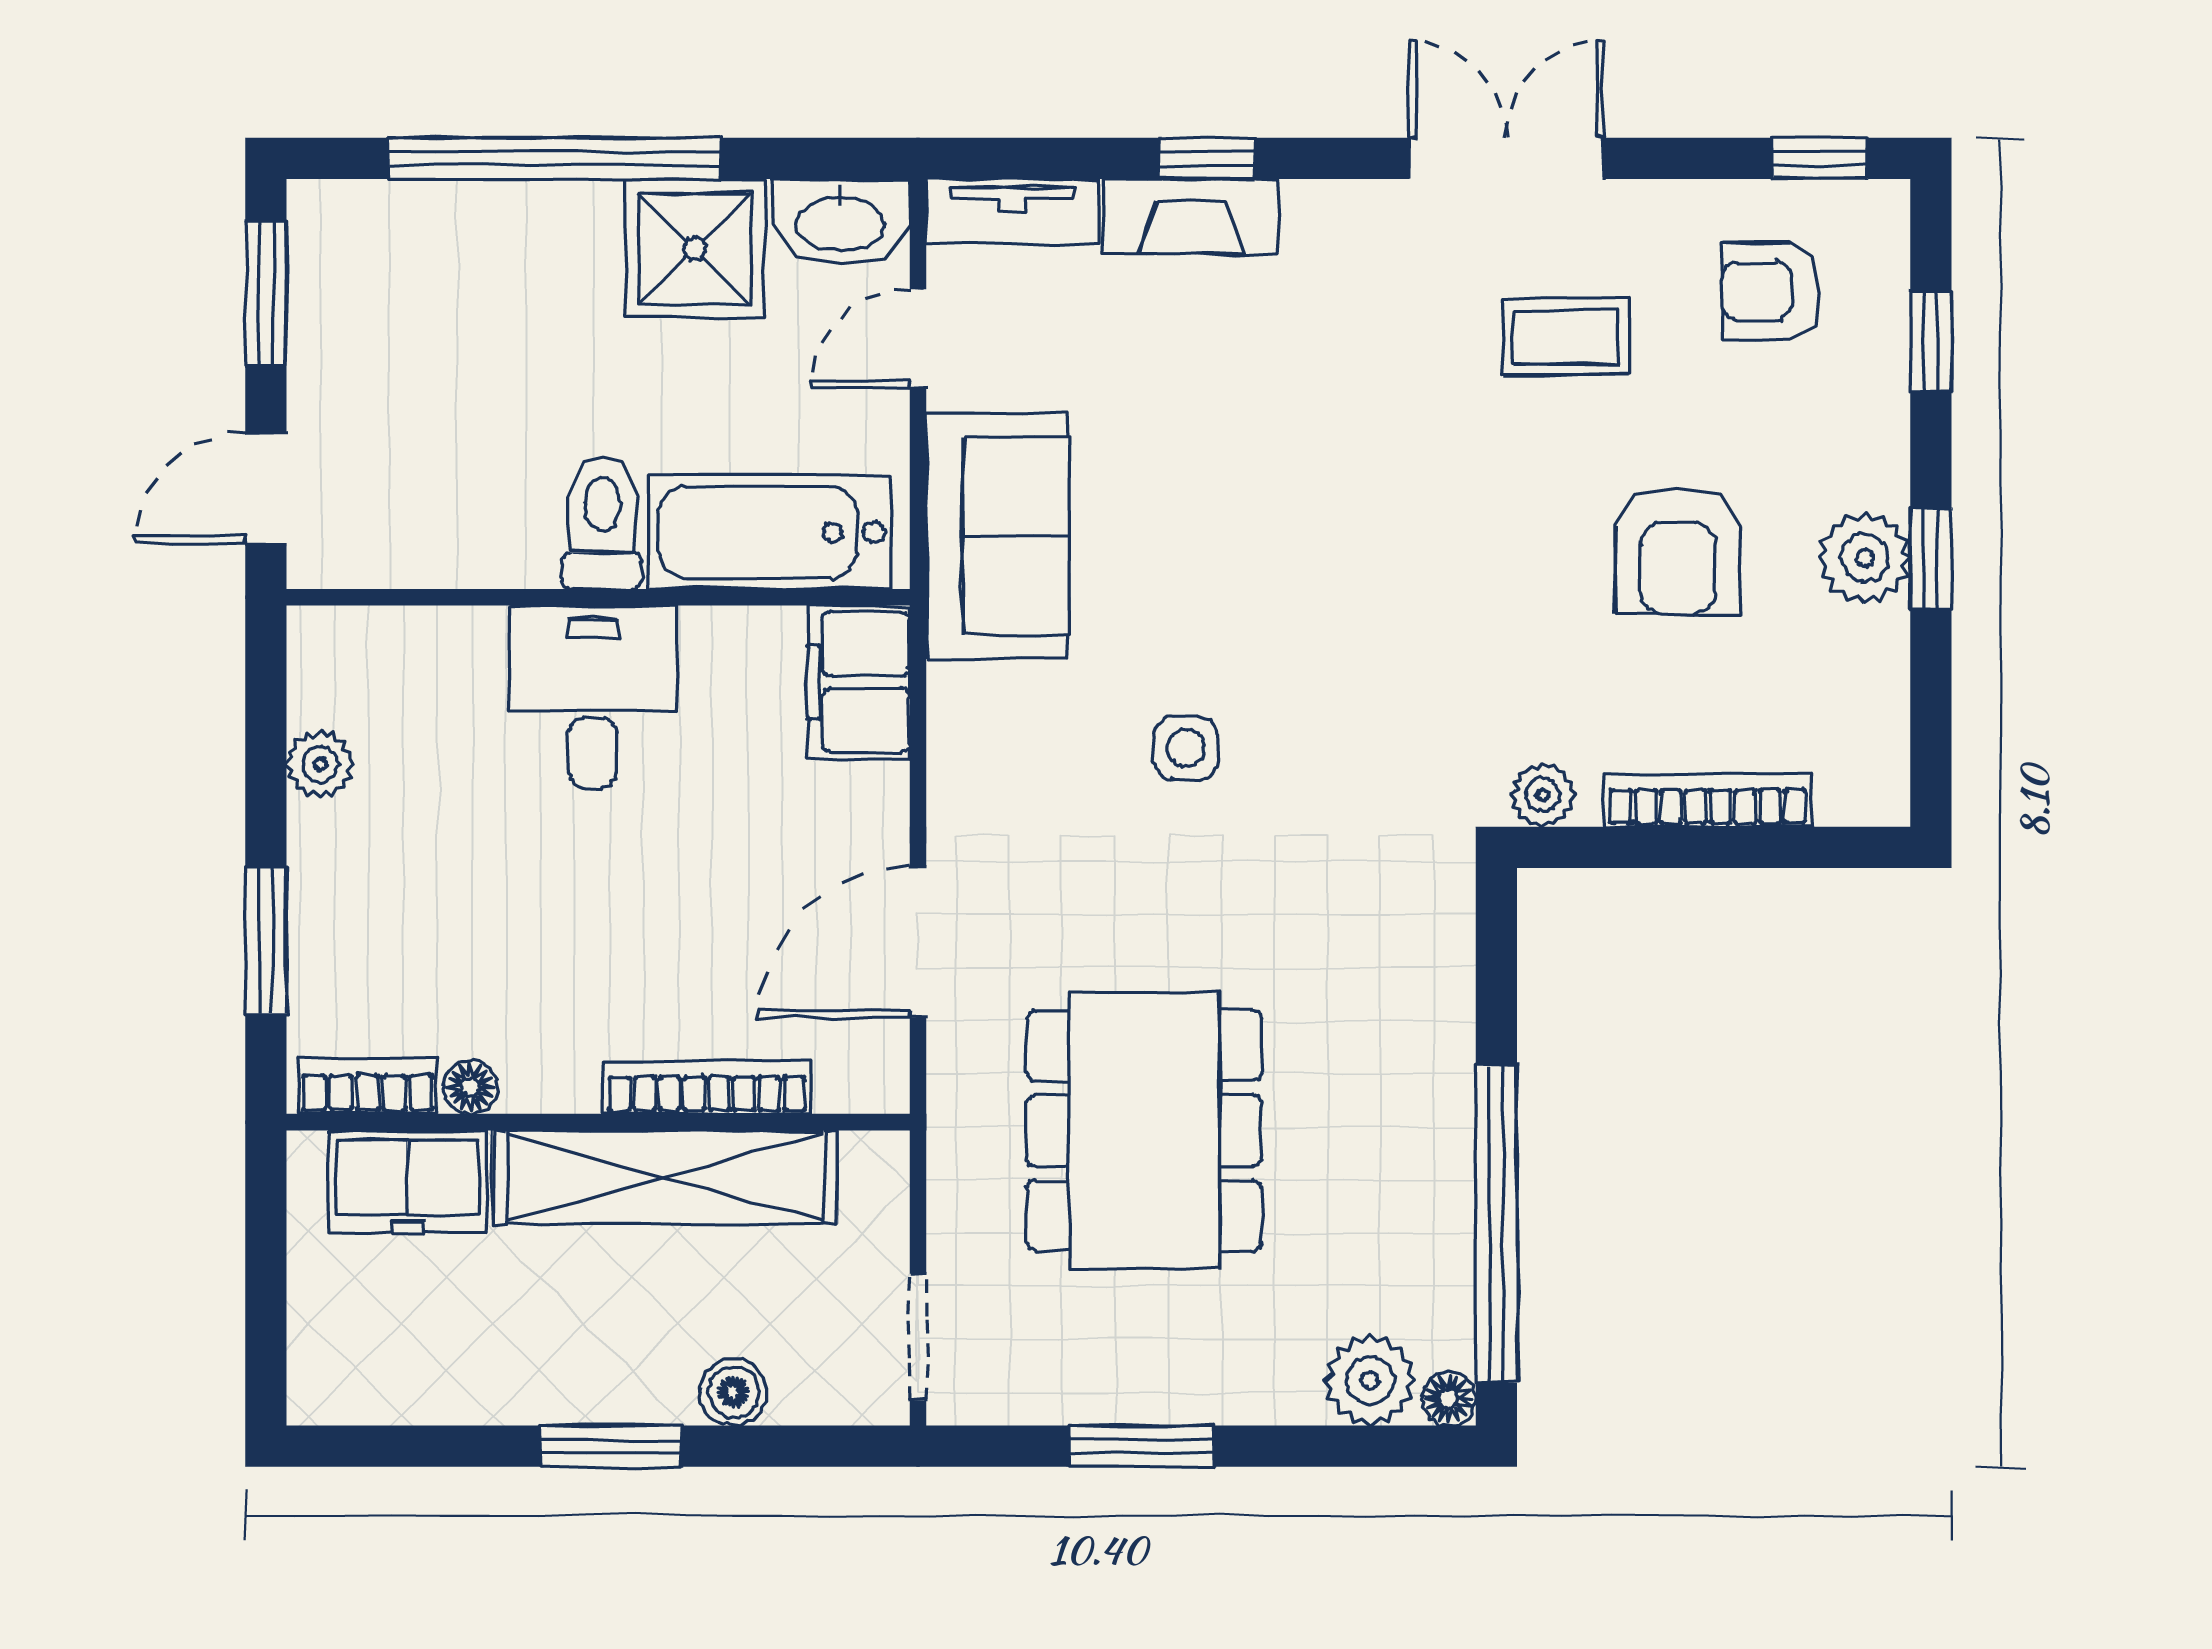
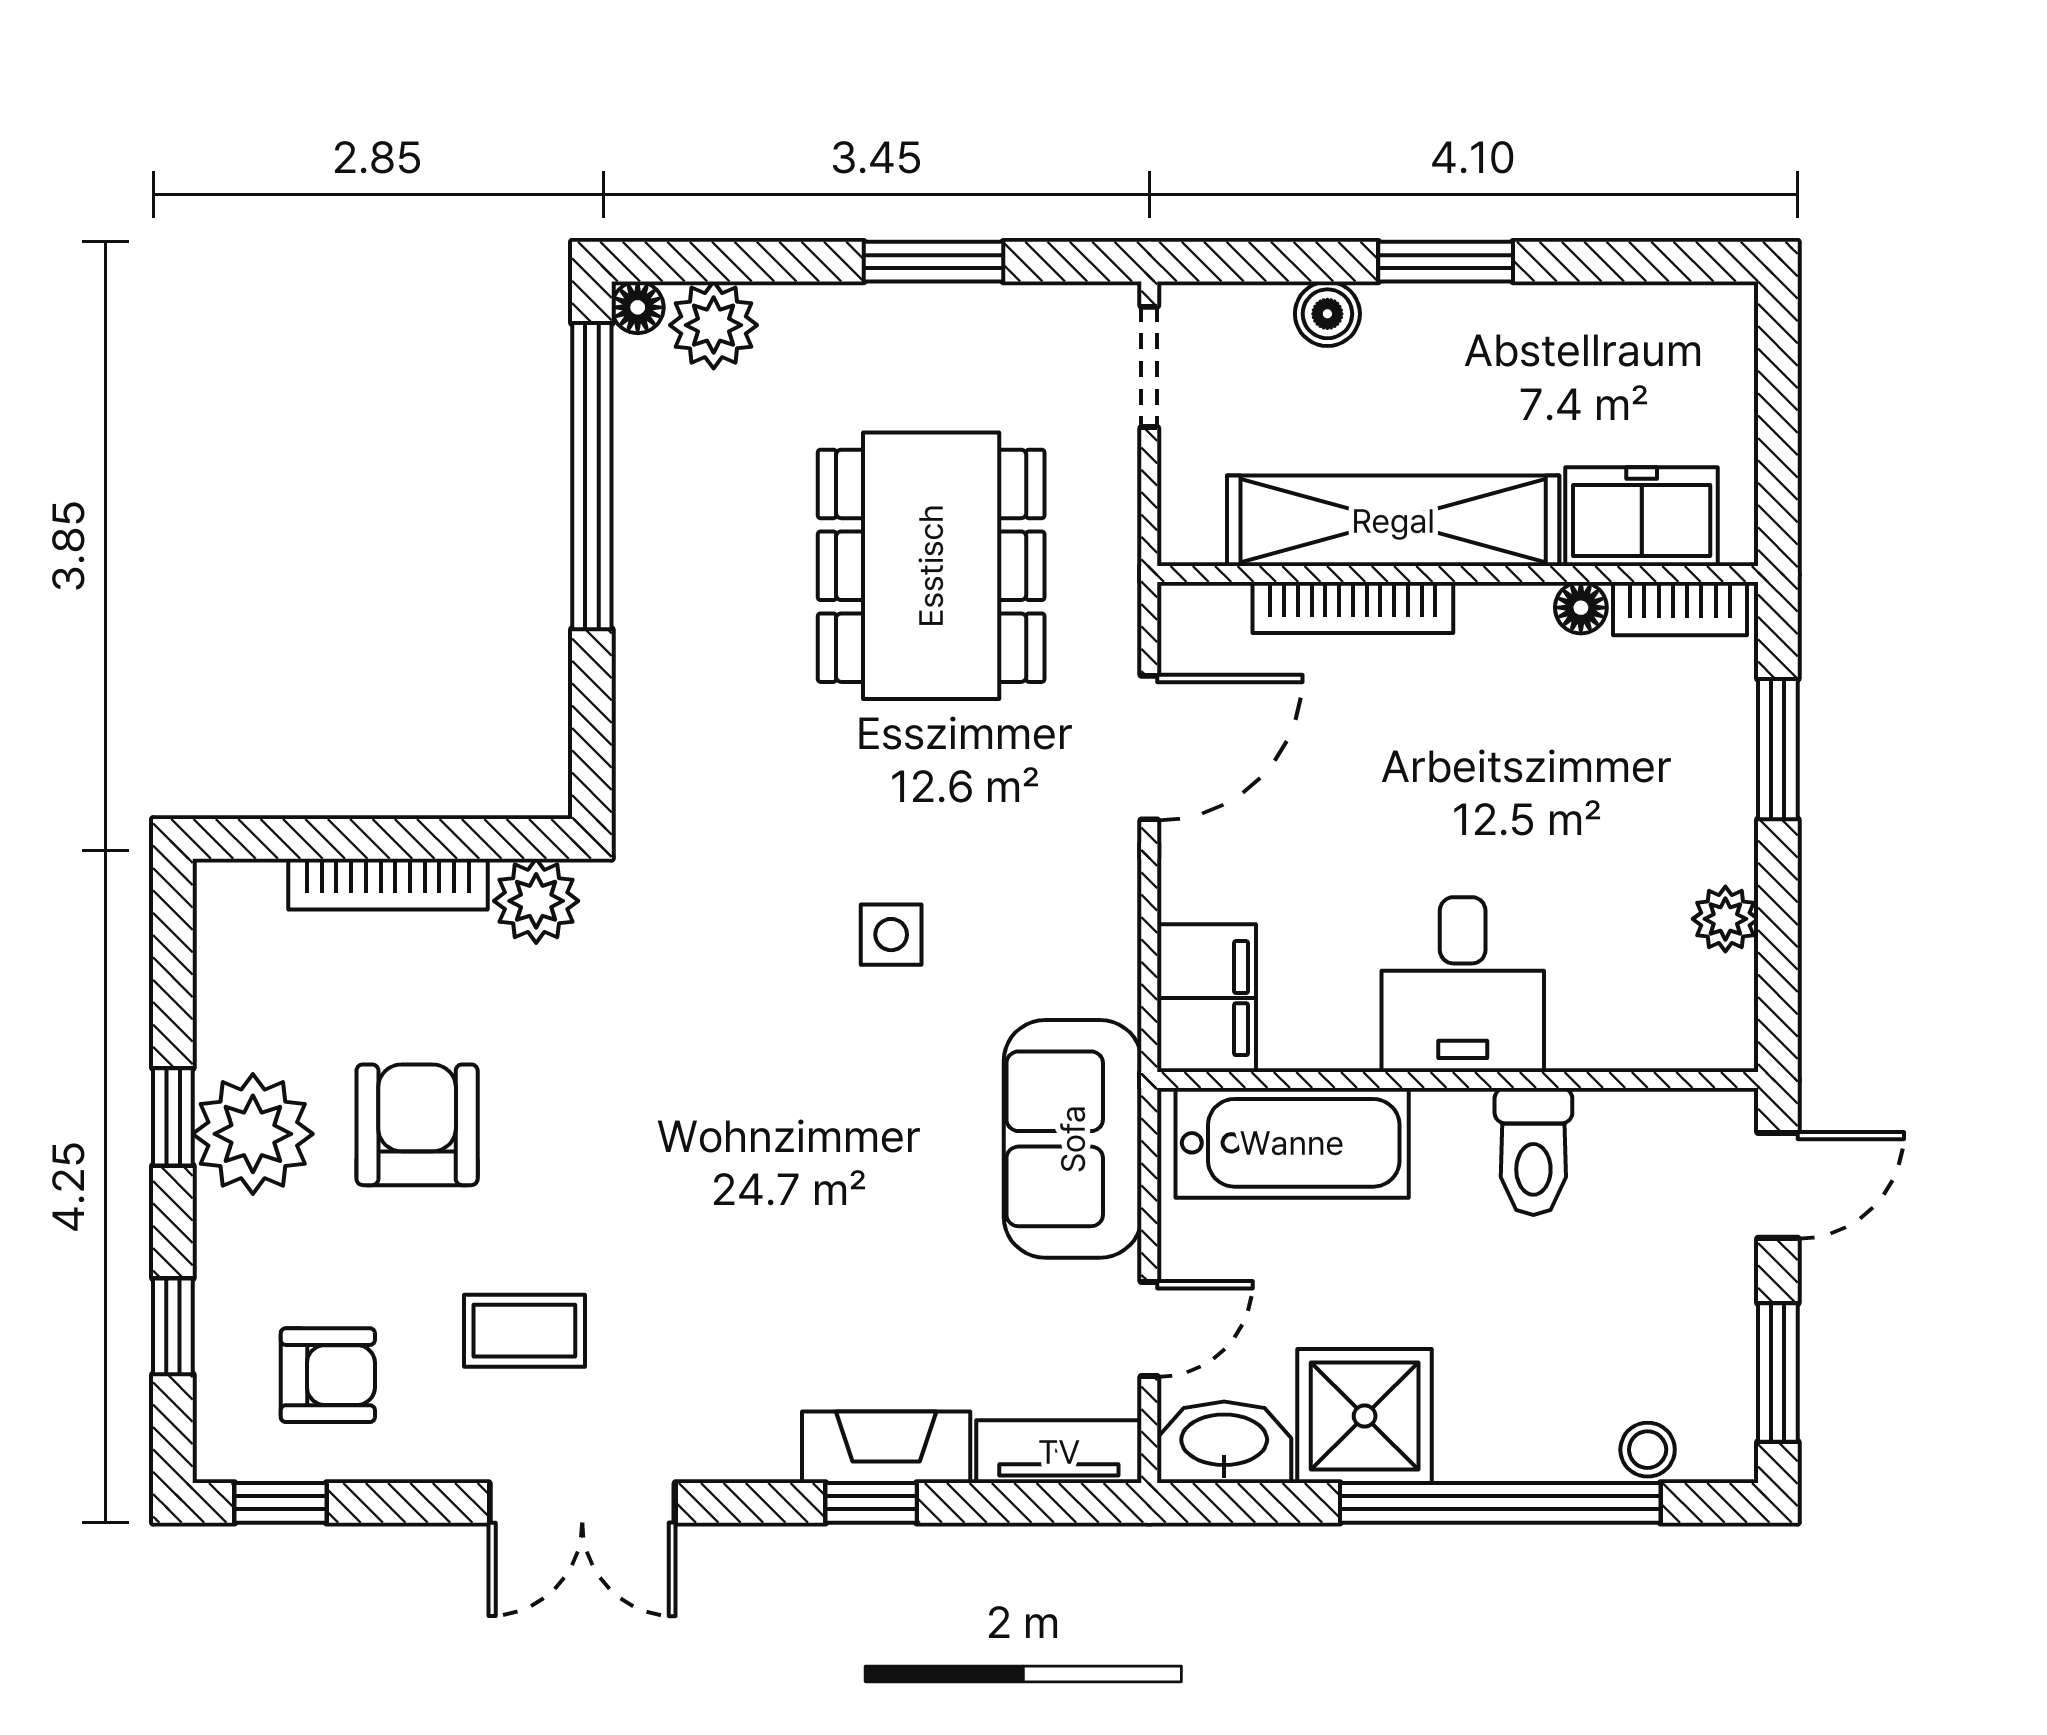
stool: (401, 214) -> (1648, 1450), added
toilet: (602, 523) -> (1533, 1152), moved
plant: (1865, 558) -> (253, 1134), width x1.36, depth x1.36
plant: (1542, 795) -> (536, 901), width x1.38, depth x1.38

